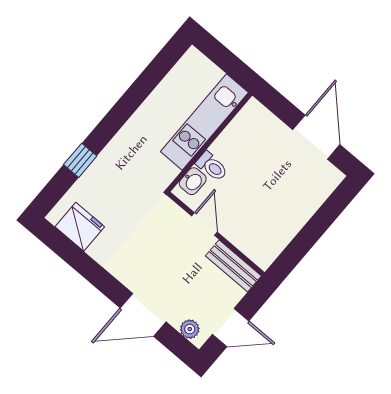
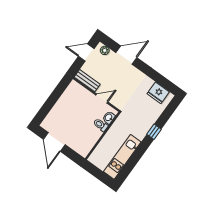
kitchen unit: (204, 122) -> (122, 157), moved, turned 180
window: (80, 160) -> (154, 132), moved
door: (204, 224) -> (102, 99), swing flipped

